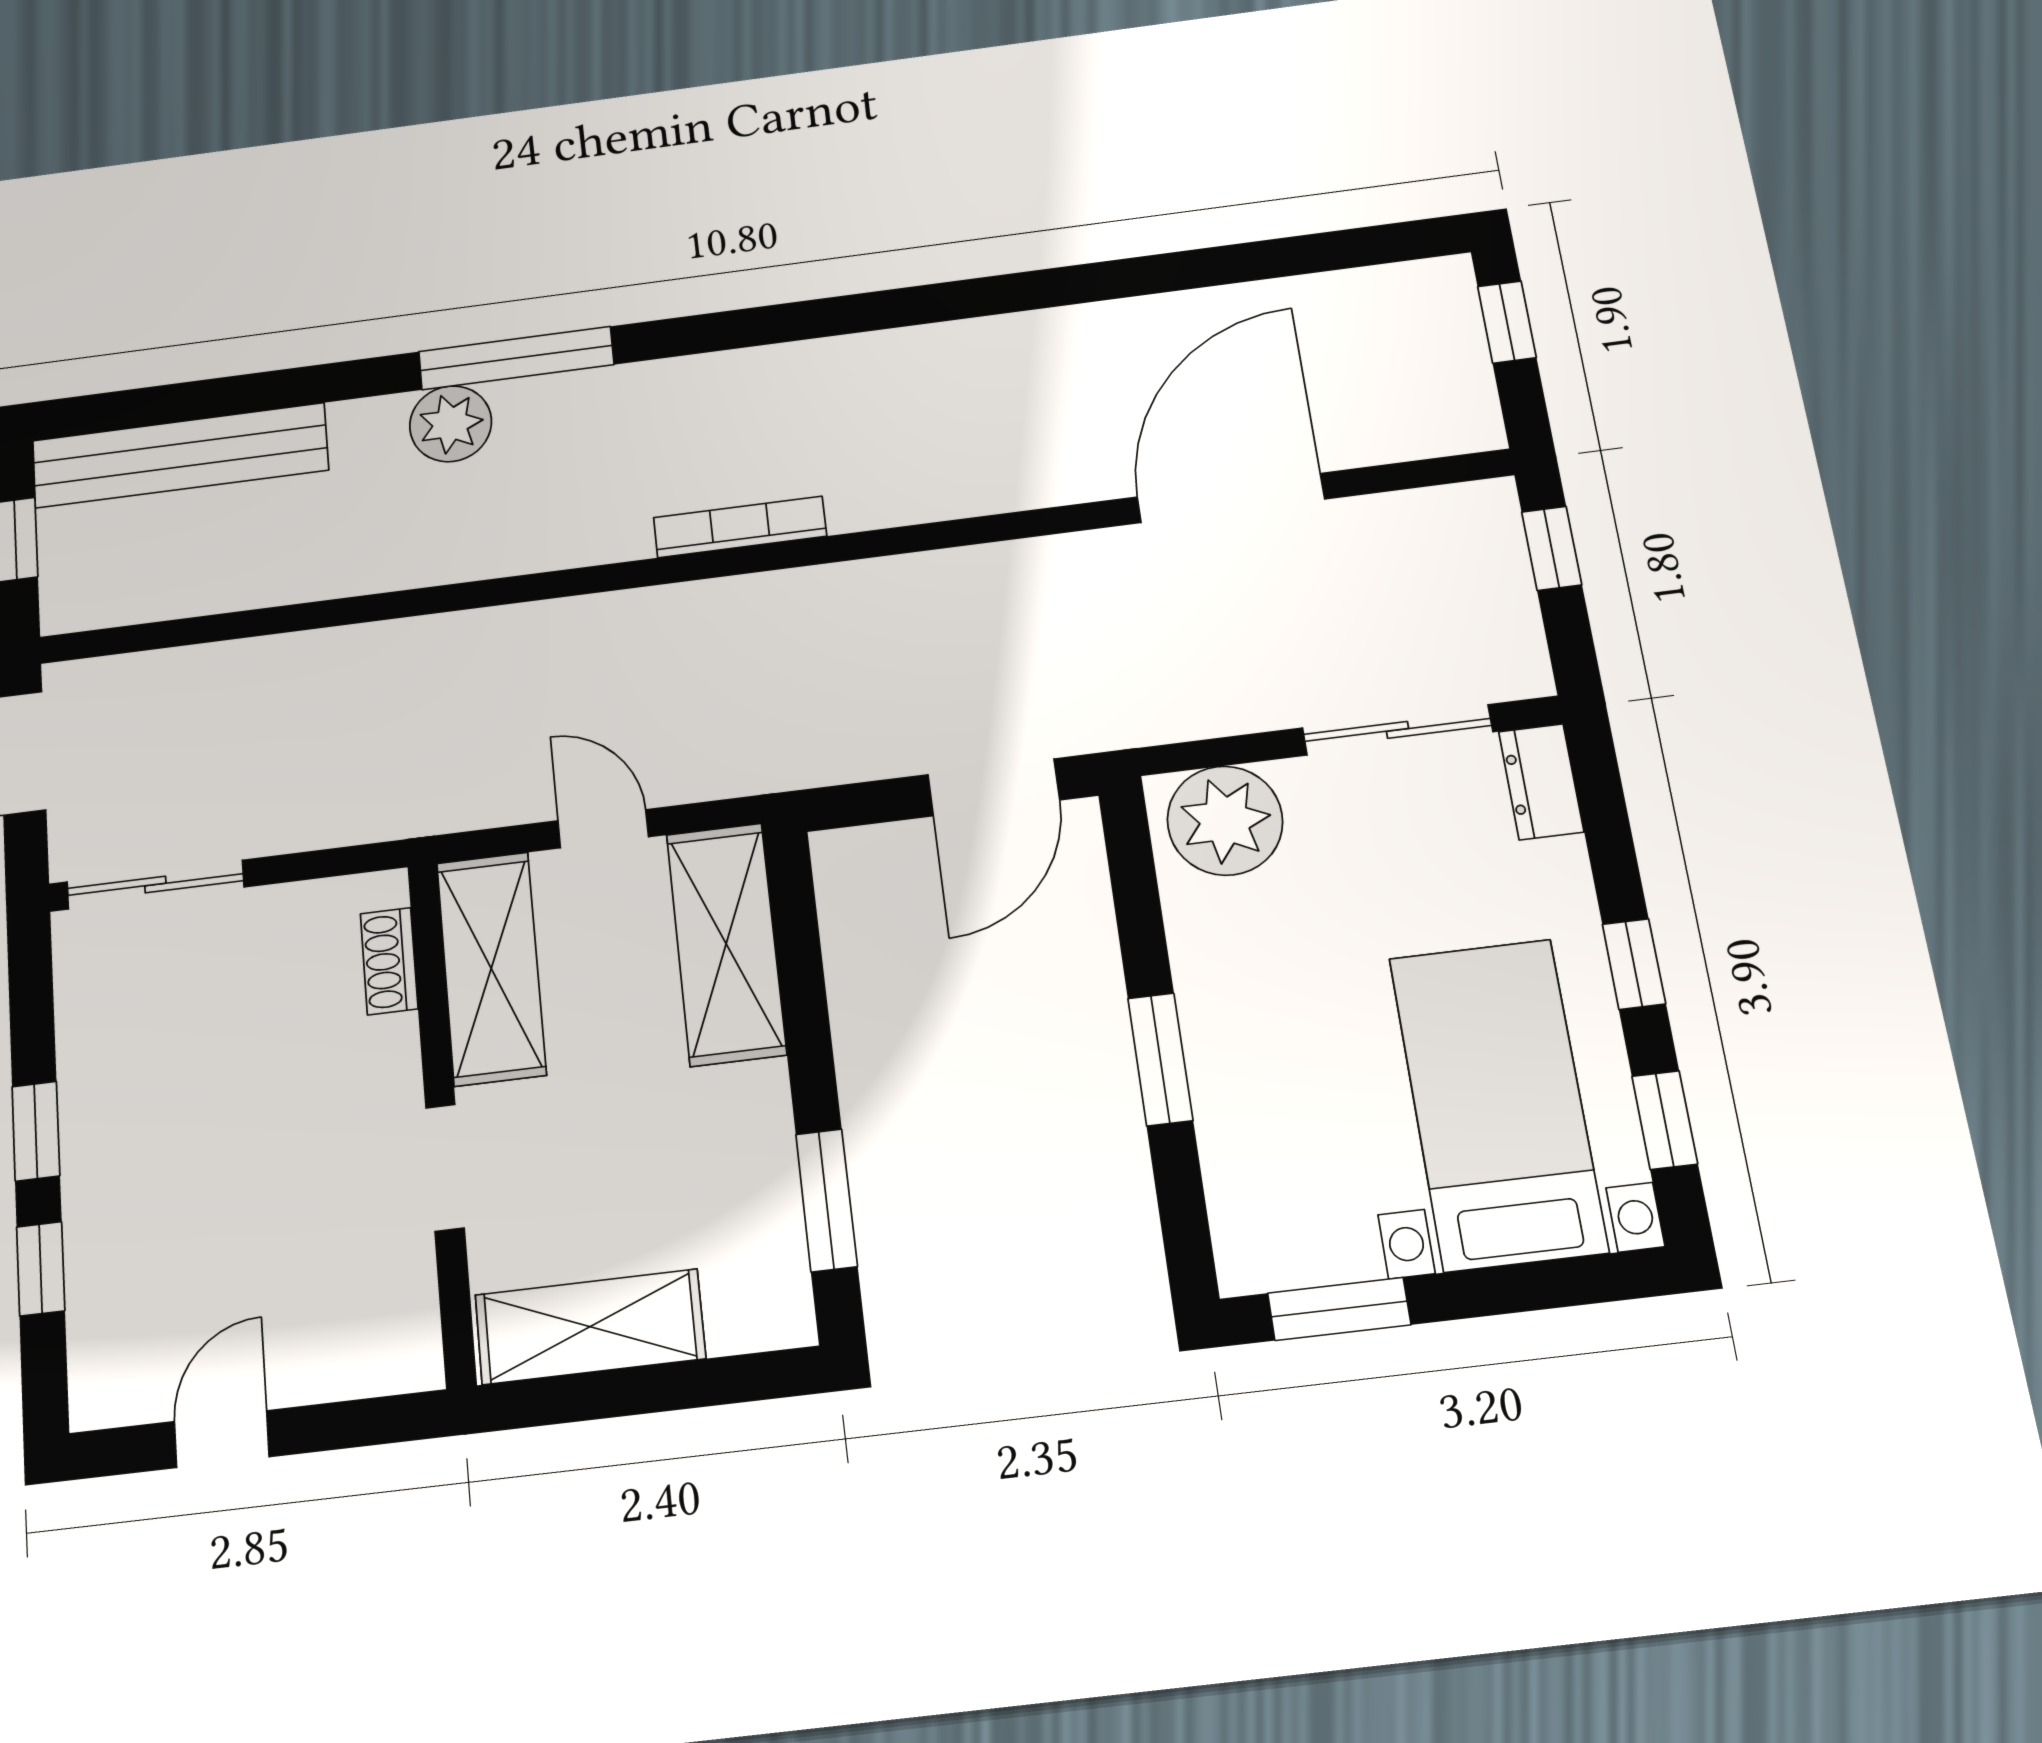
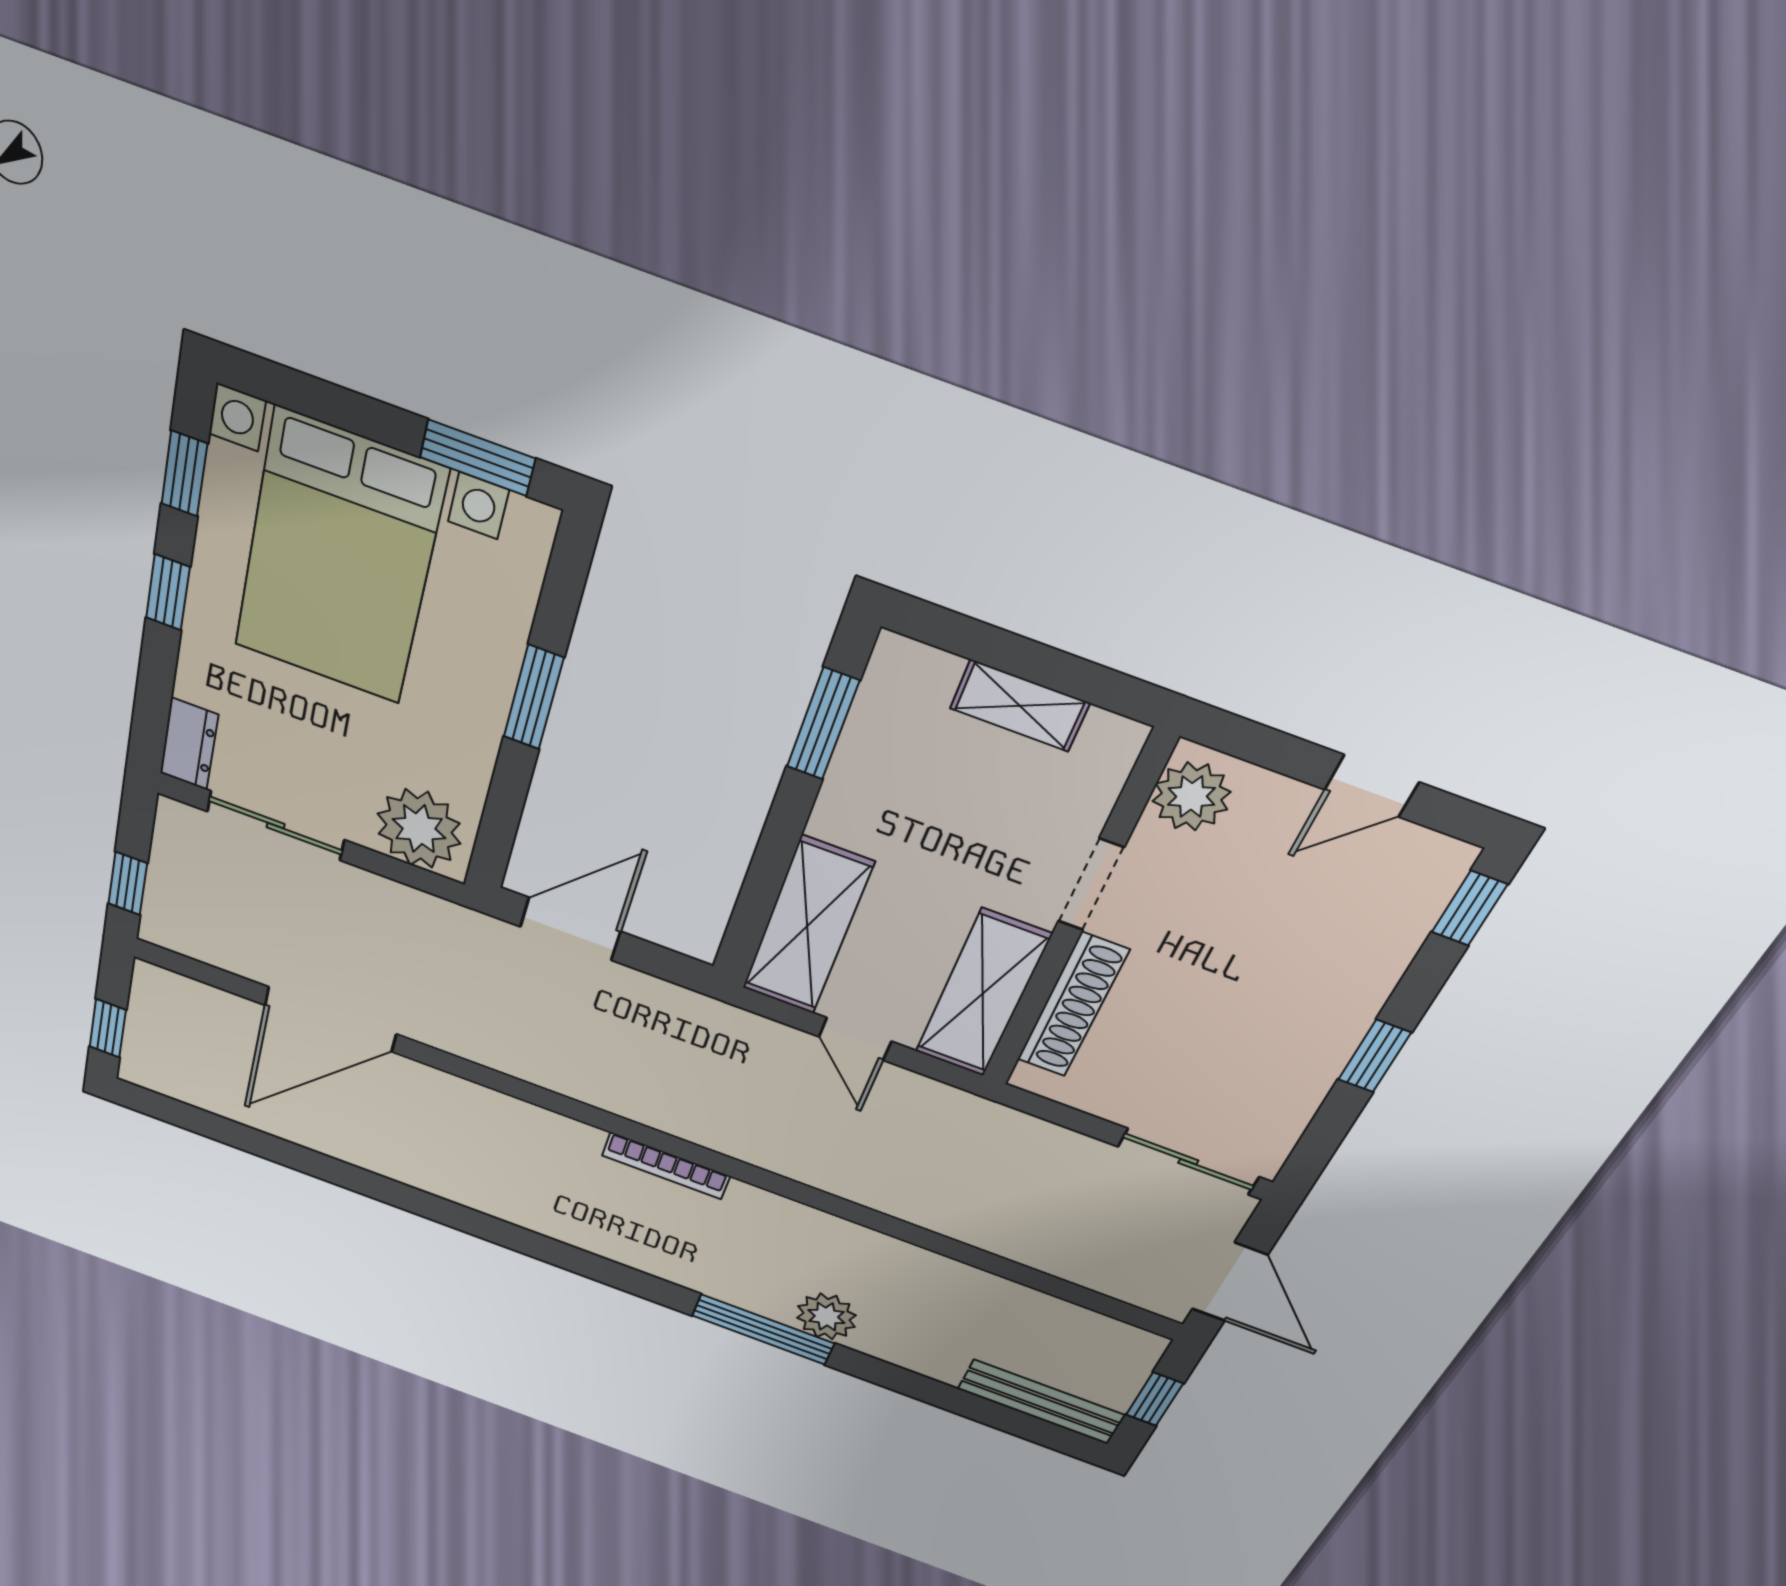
bench: (180, 455) -> (1041, 1402), width x0.73, depth x0.82
shoe rack: (389, 961) -> (1073, 1005), width x1.94, depth x1.24
bed with nightstands: (1498, 1104) -> (339, 559), width x1.36
window: (41, 1269) -> (1469, 908), moved
shelving: (590, 1327) -> (1020, 706), width x0.67, depth x0.75
plant: (396, 1328) -> (1191, 797), added

